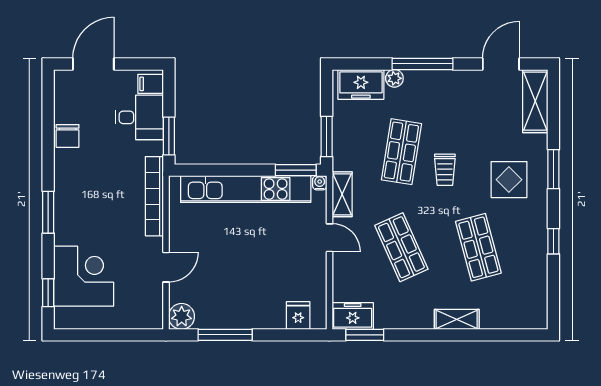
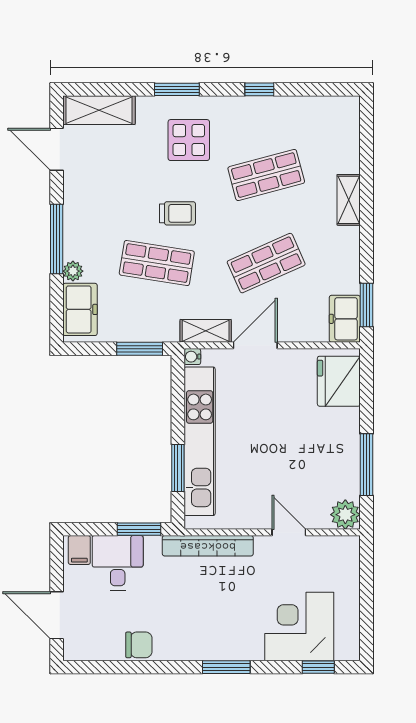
window: (296, 170) -> (178, 468), moved
door: (329, 238) -> (255, 345), width x1.38
fridge: (298, 315) -> (339, 381), width x1.88, depth x1.34

